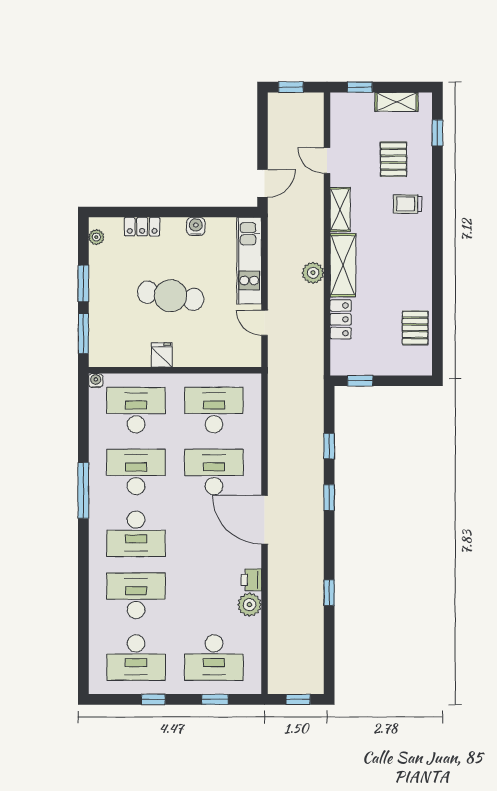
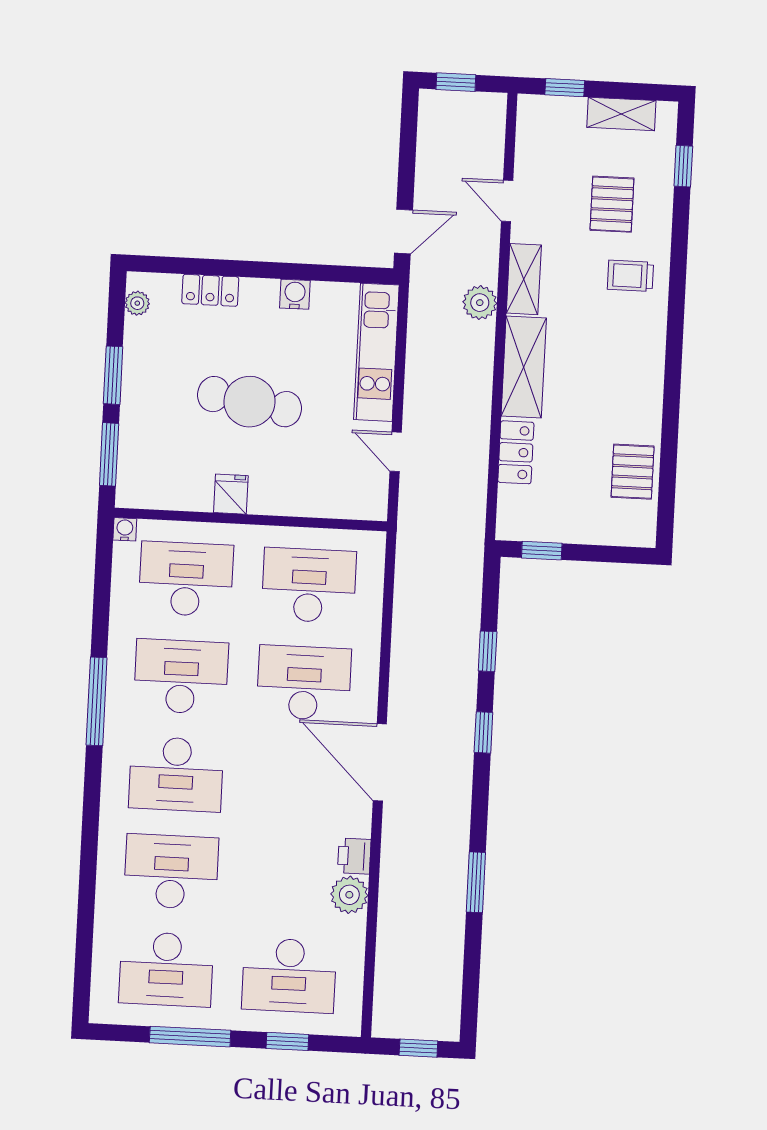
plant: (313, 273) -> (480, 303), moved
window: (329, 593) -> (476, 882), width x1.50
window: (153, 699) -> (190, 1037), width x2.17

